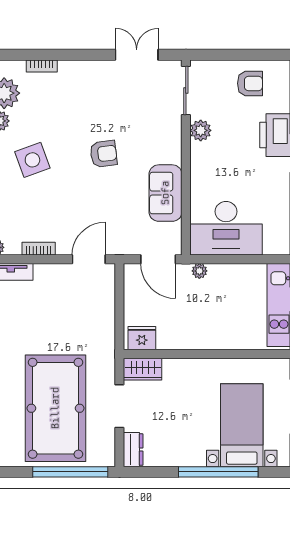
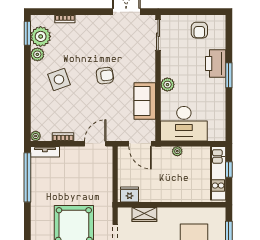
armchair: (250, 83) -> (199, 30), turned 90
plant: (201, 130) -> (167, 85), moved
plant: (199, 271) -> (177, 151), moved
wardrobe: (143, 369) -> (144, 215), moved

